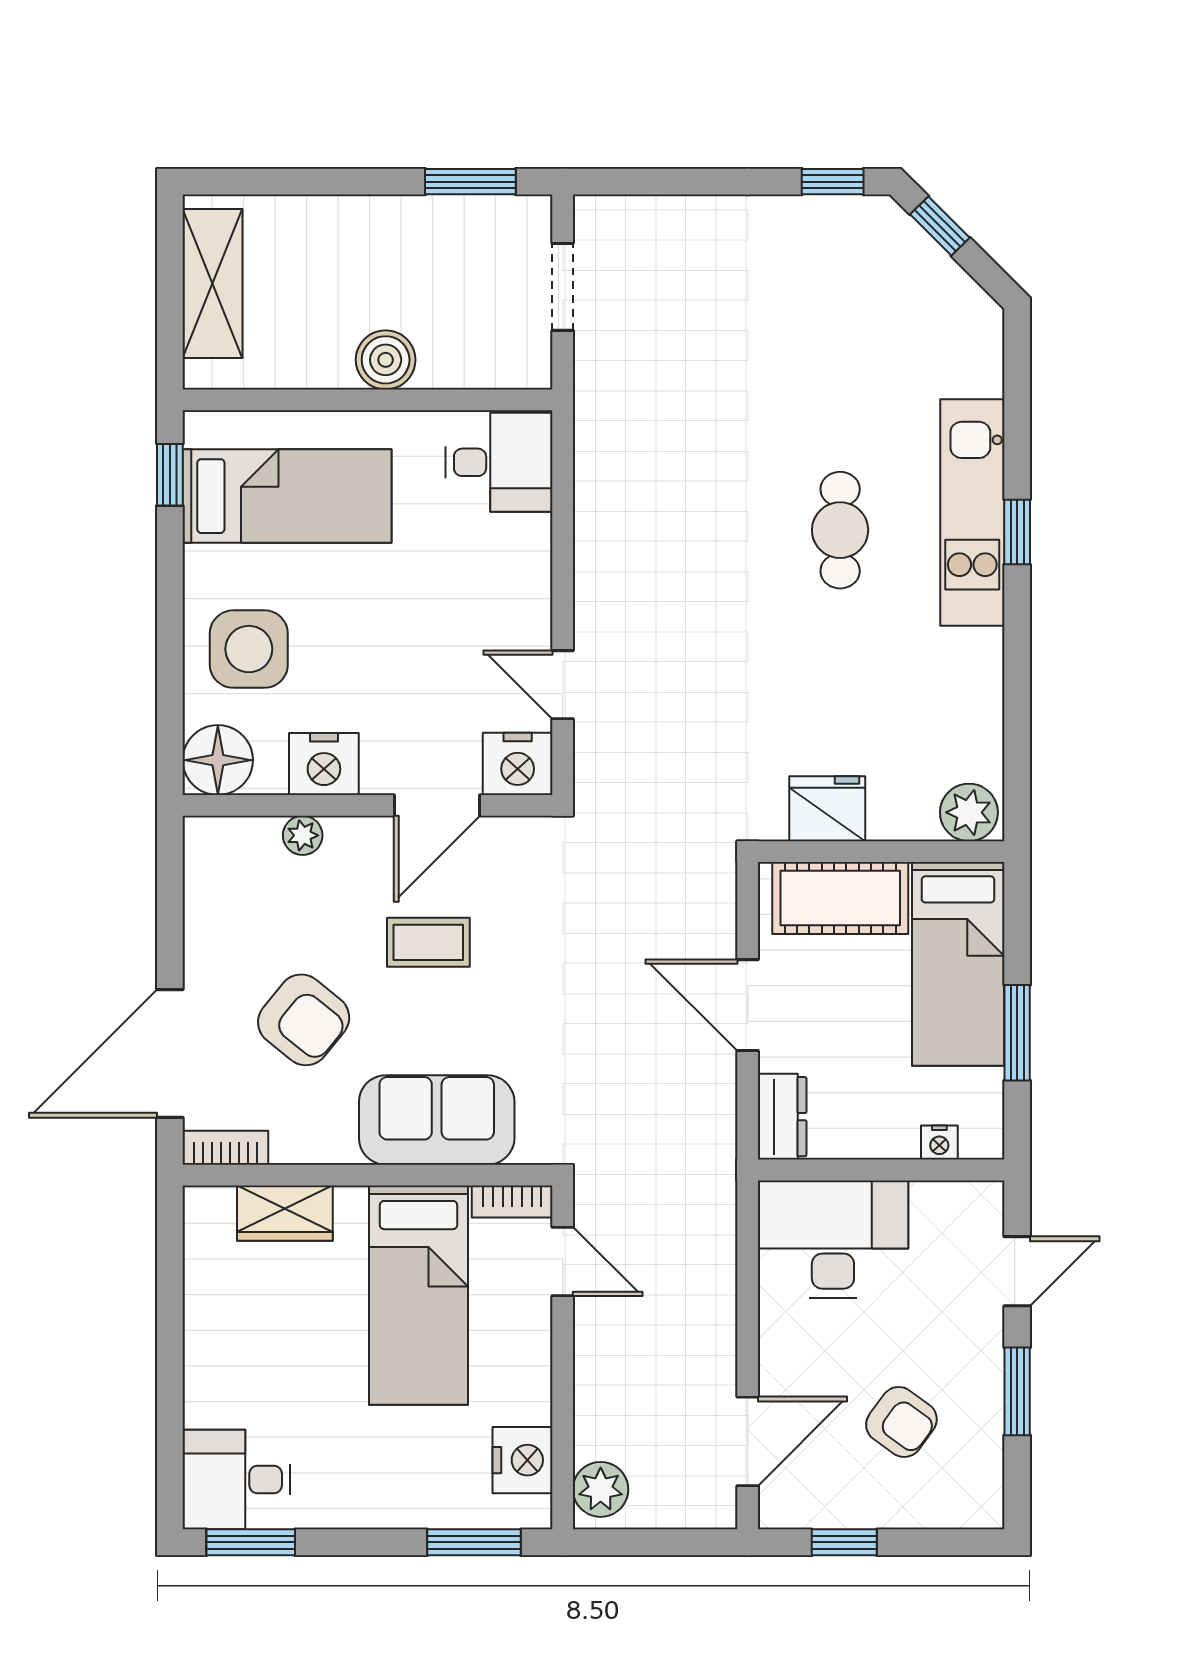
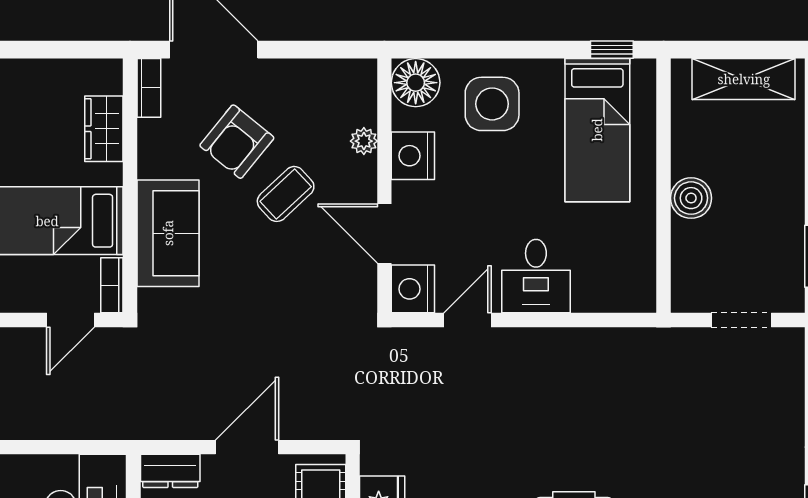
desk: (499, 462) -> (536, 276), moved
coffee table: (428, 942) -> (286, 194), moved, turned 47

